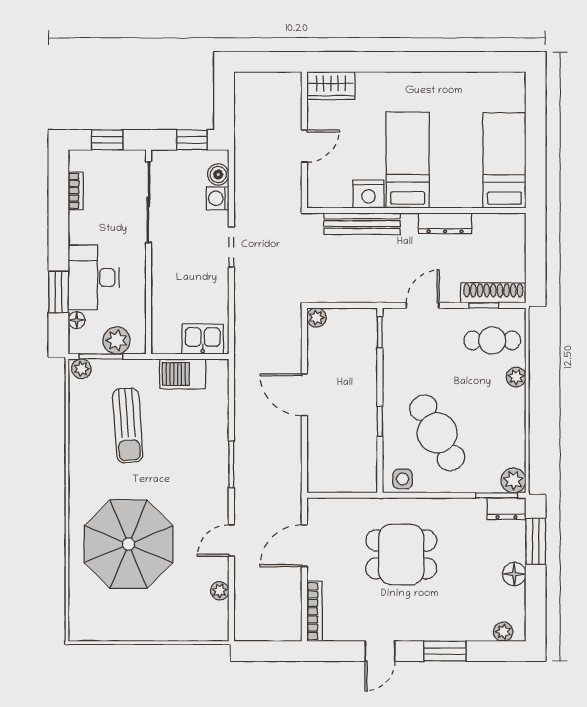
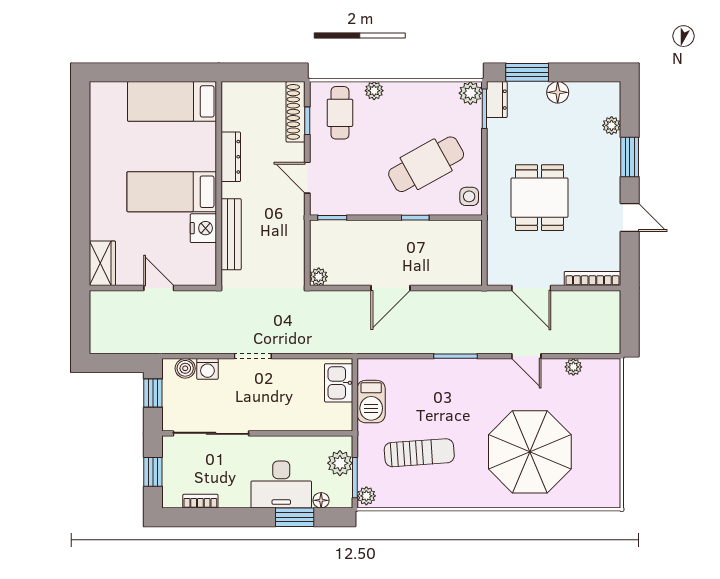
plant: (503, 632) -> (612, 125), moved

